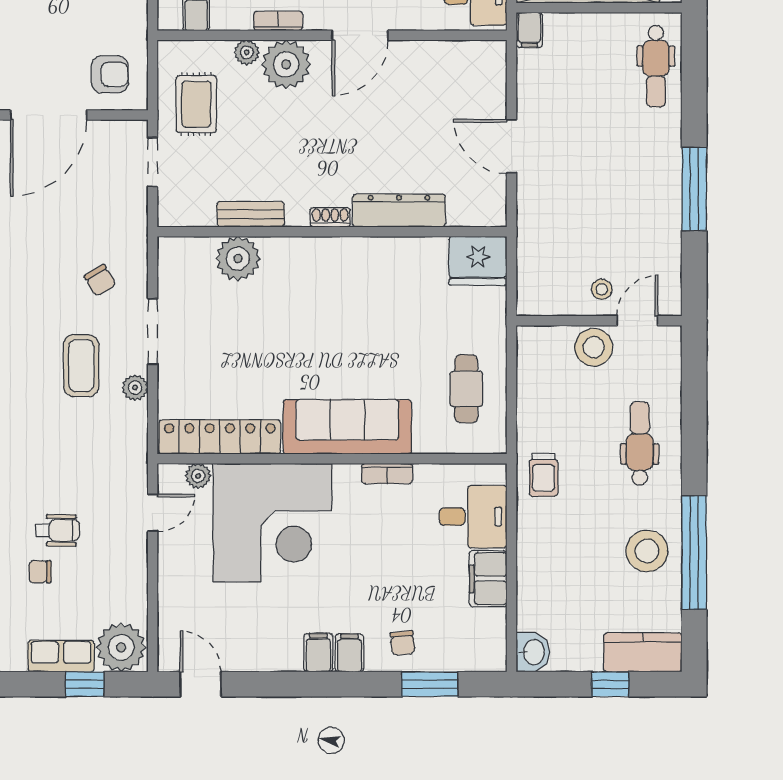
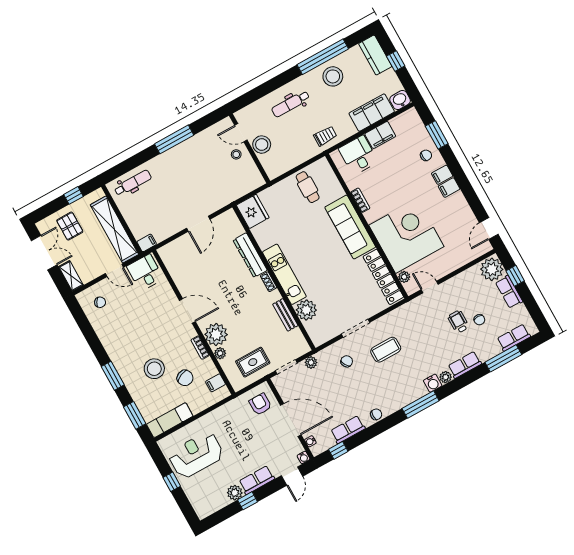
kitchen unit: (328, 255) -> (284, 274), added
plant: (135, 388) -> (311, 362), moved
cafe table: (466, 389) -> (308, 187), turned 90
filing cabinet: (539, 586) -> (372, 113), added

